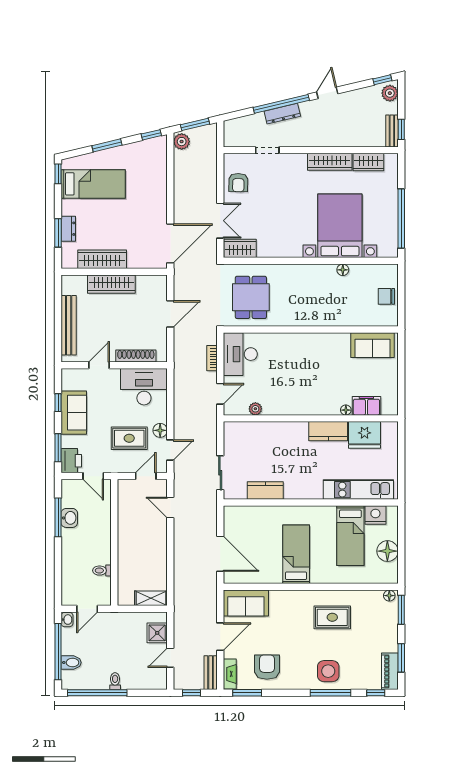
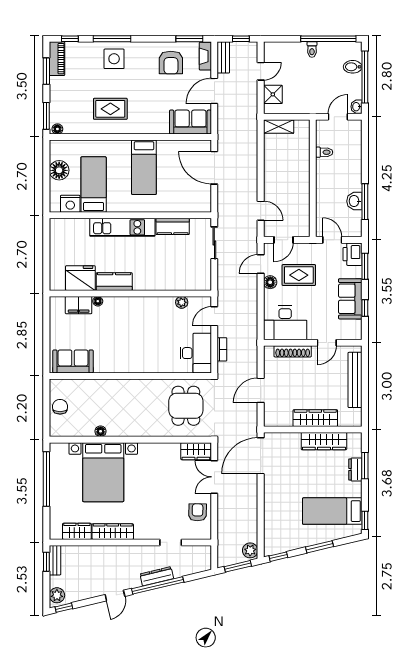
chair: (386, 296) -> (60, 407), turned -90
kitchen unit: (358, 490) -> (122, 227), moved

